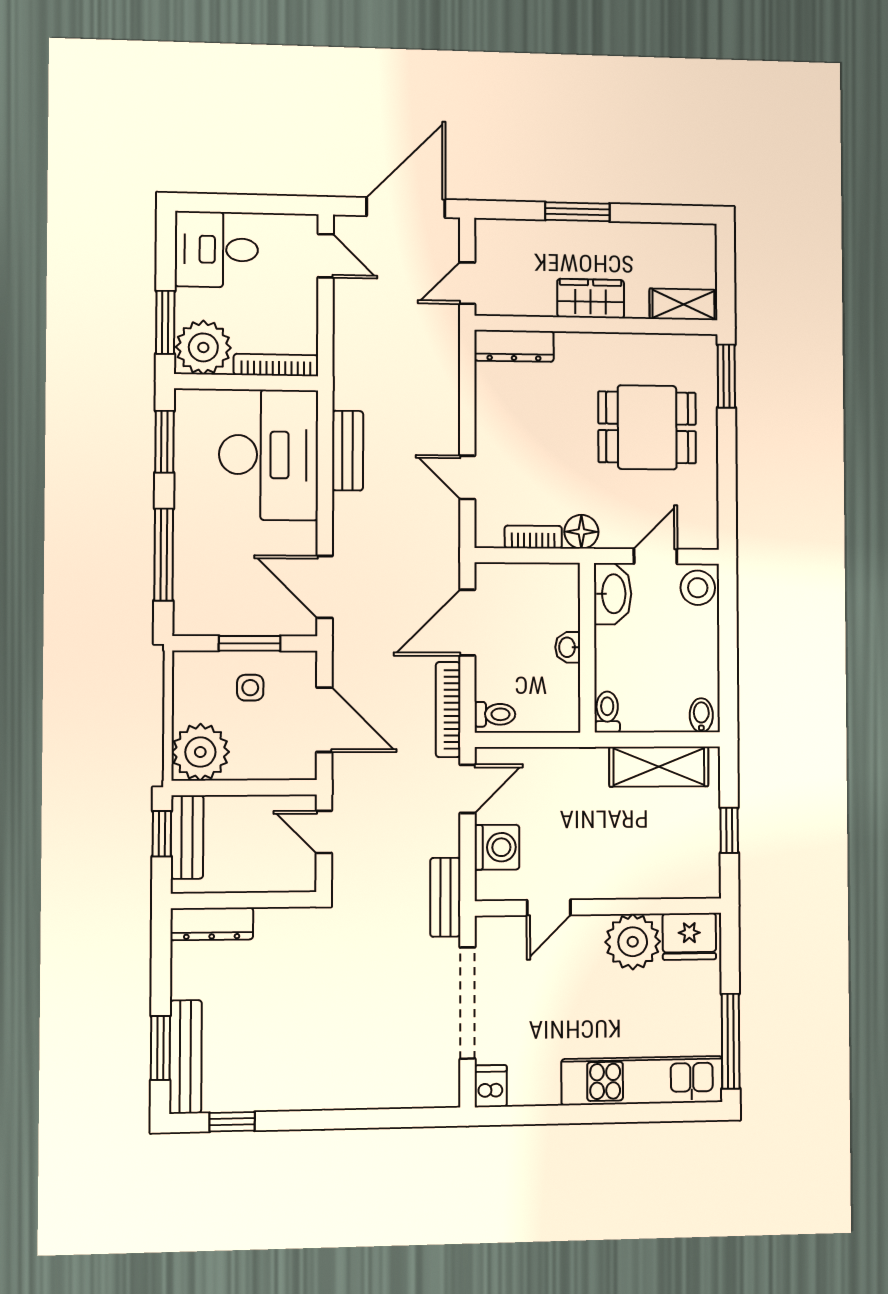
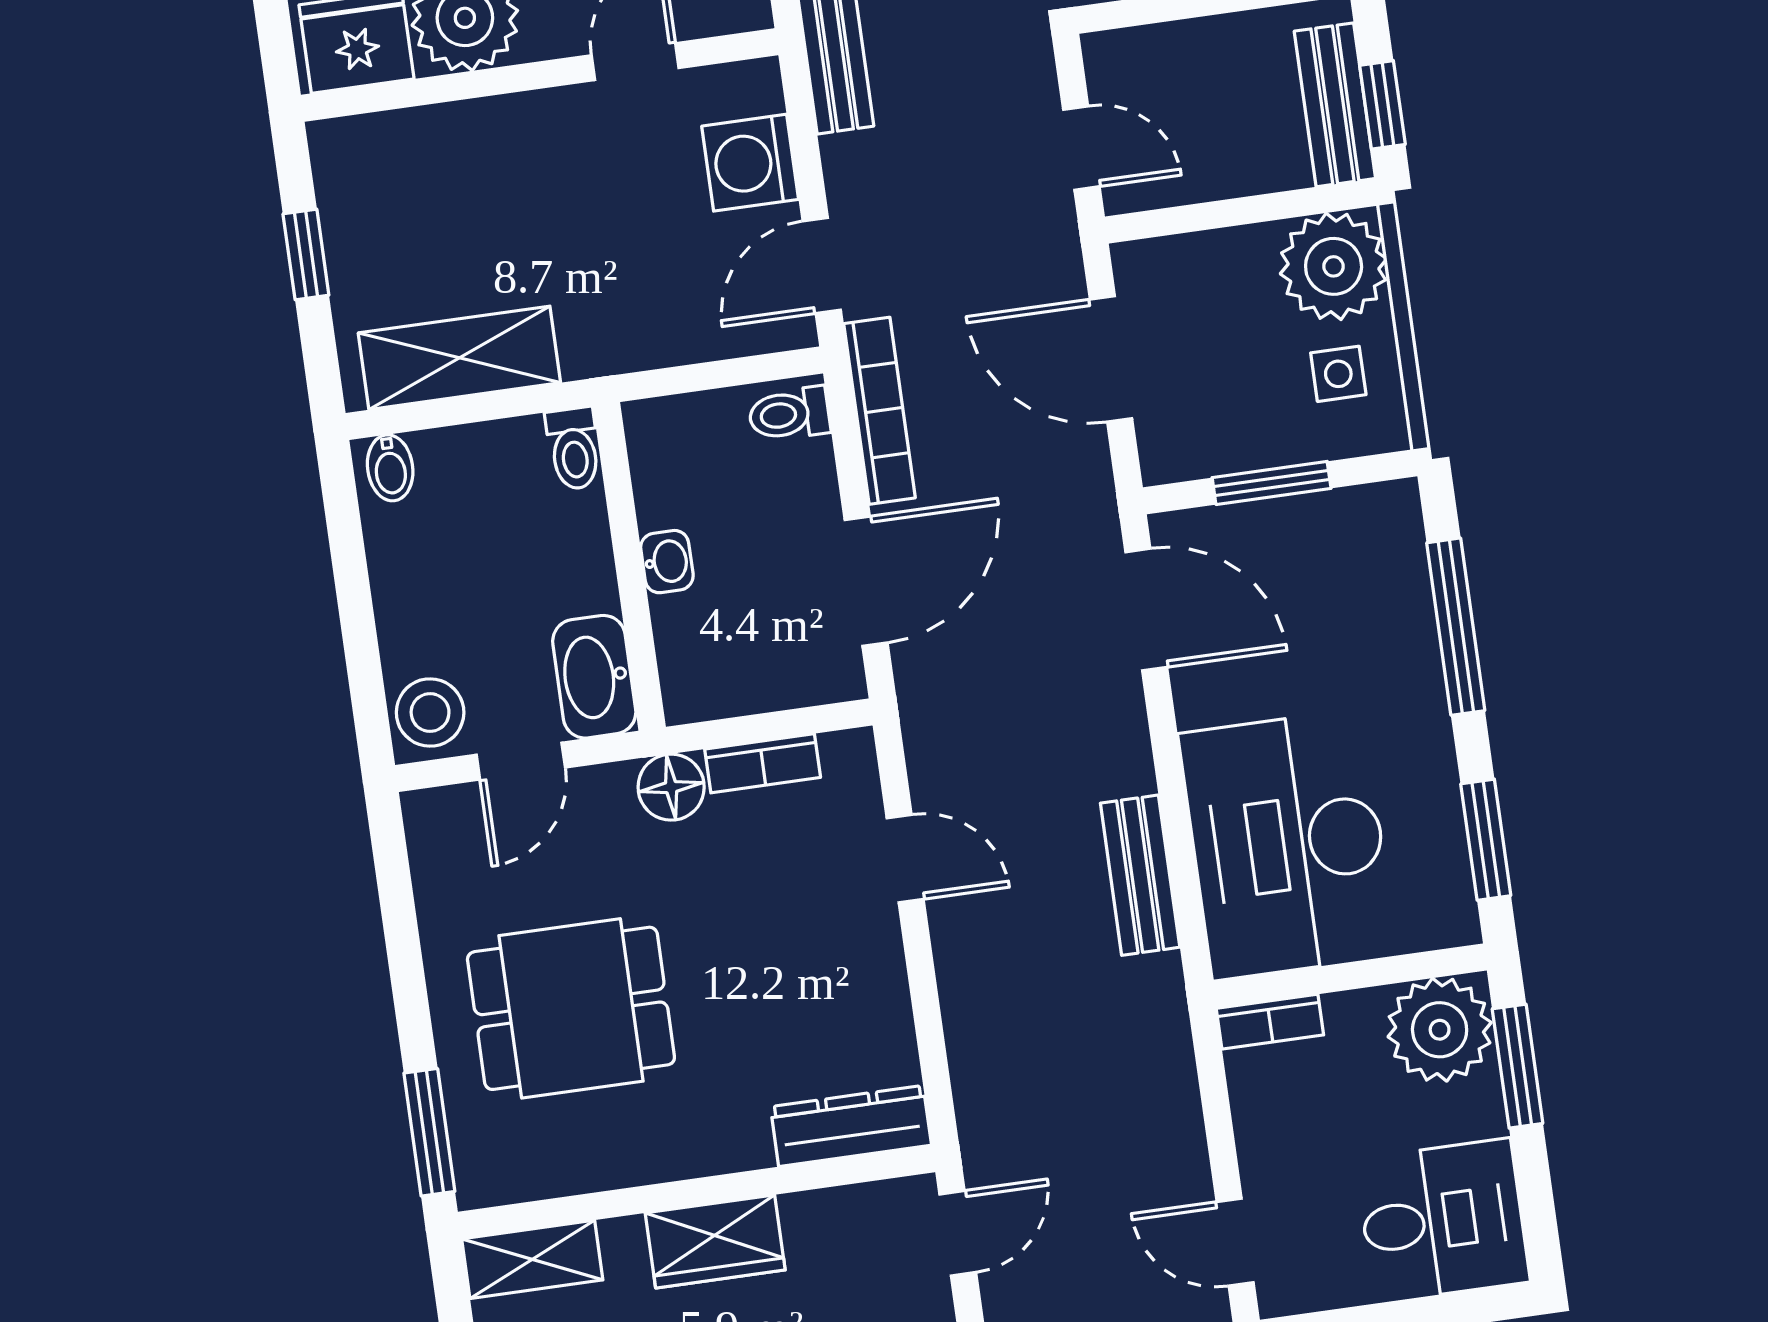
bookcase: (276, 365) -> (1270, 1022), width x0.64
side table: (250, 688) -> (1338, 374), moved

